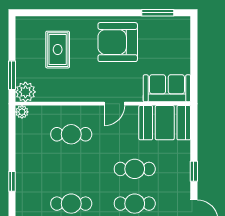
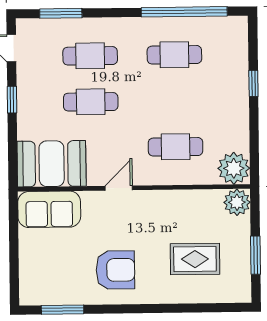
armchair: (118, 42) -> (115, 270), width x0.73, depth x0.73
rug: (58, 50) -> (195, 259), turned 90
window: (12, 75) -> (256, 255), moved
plant: (22, 112) -> (234, 168), width x1.87, depth x1.87

